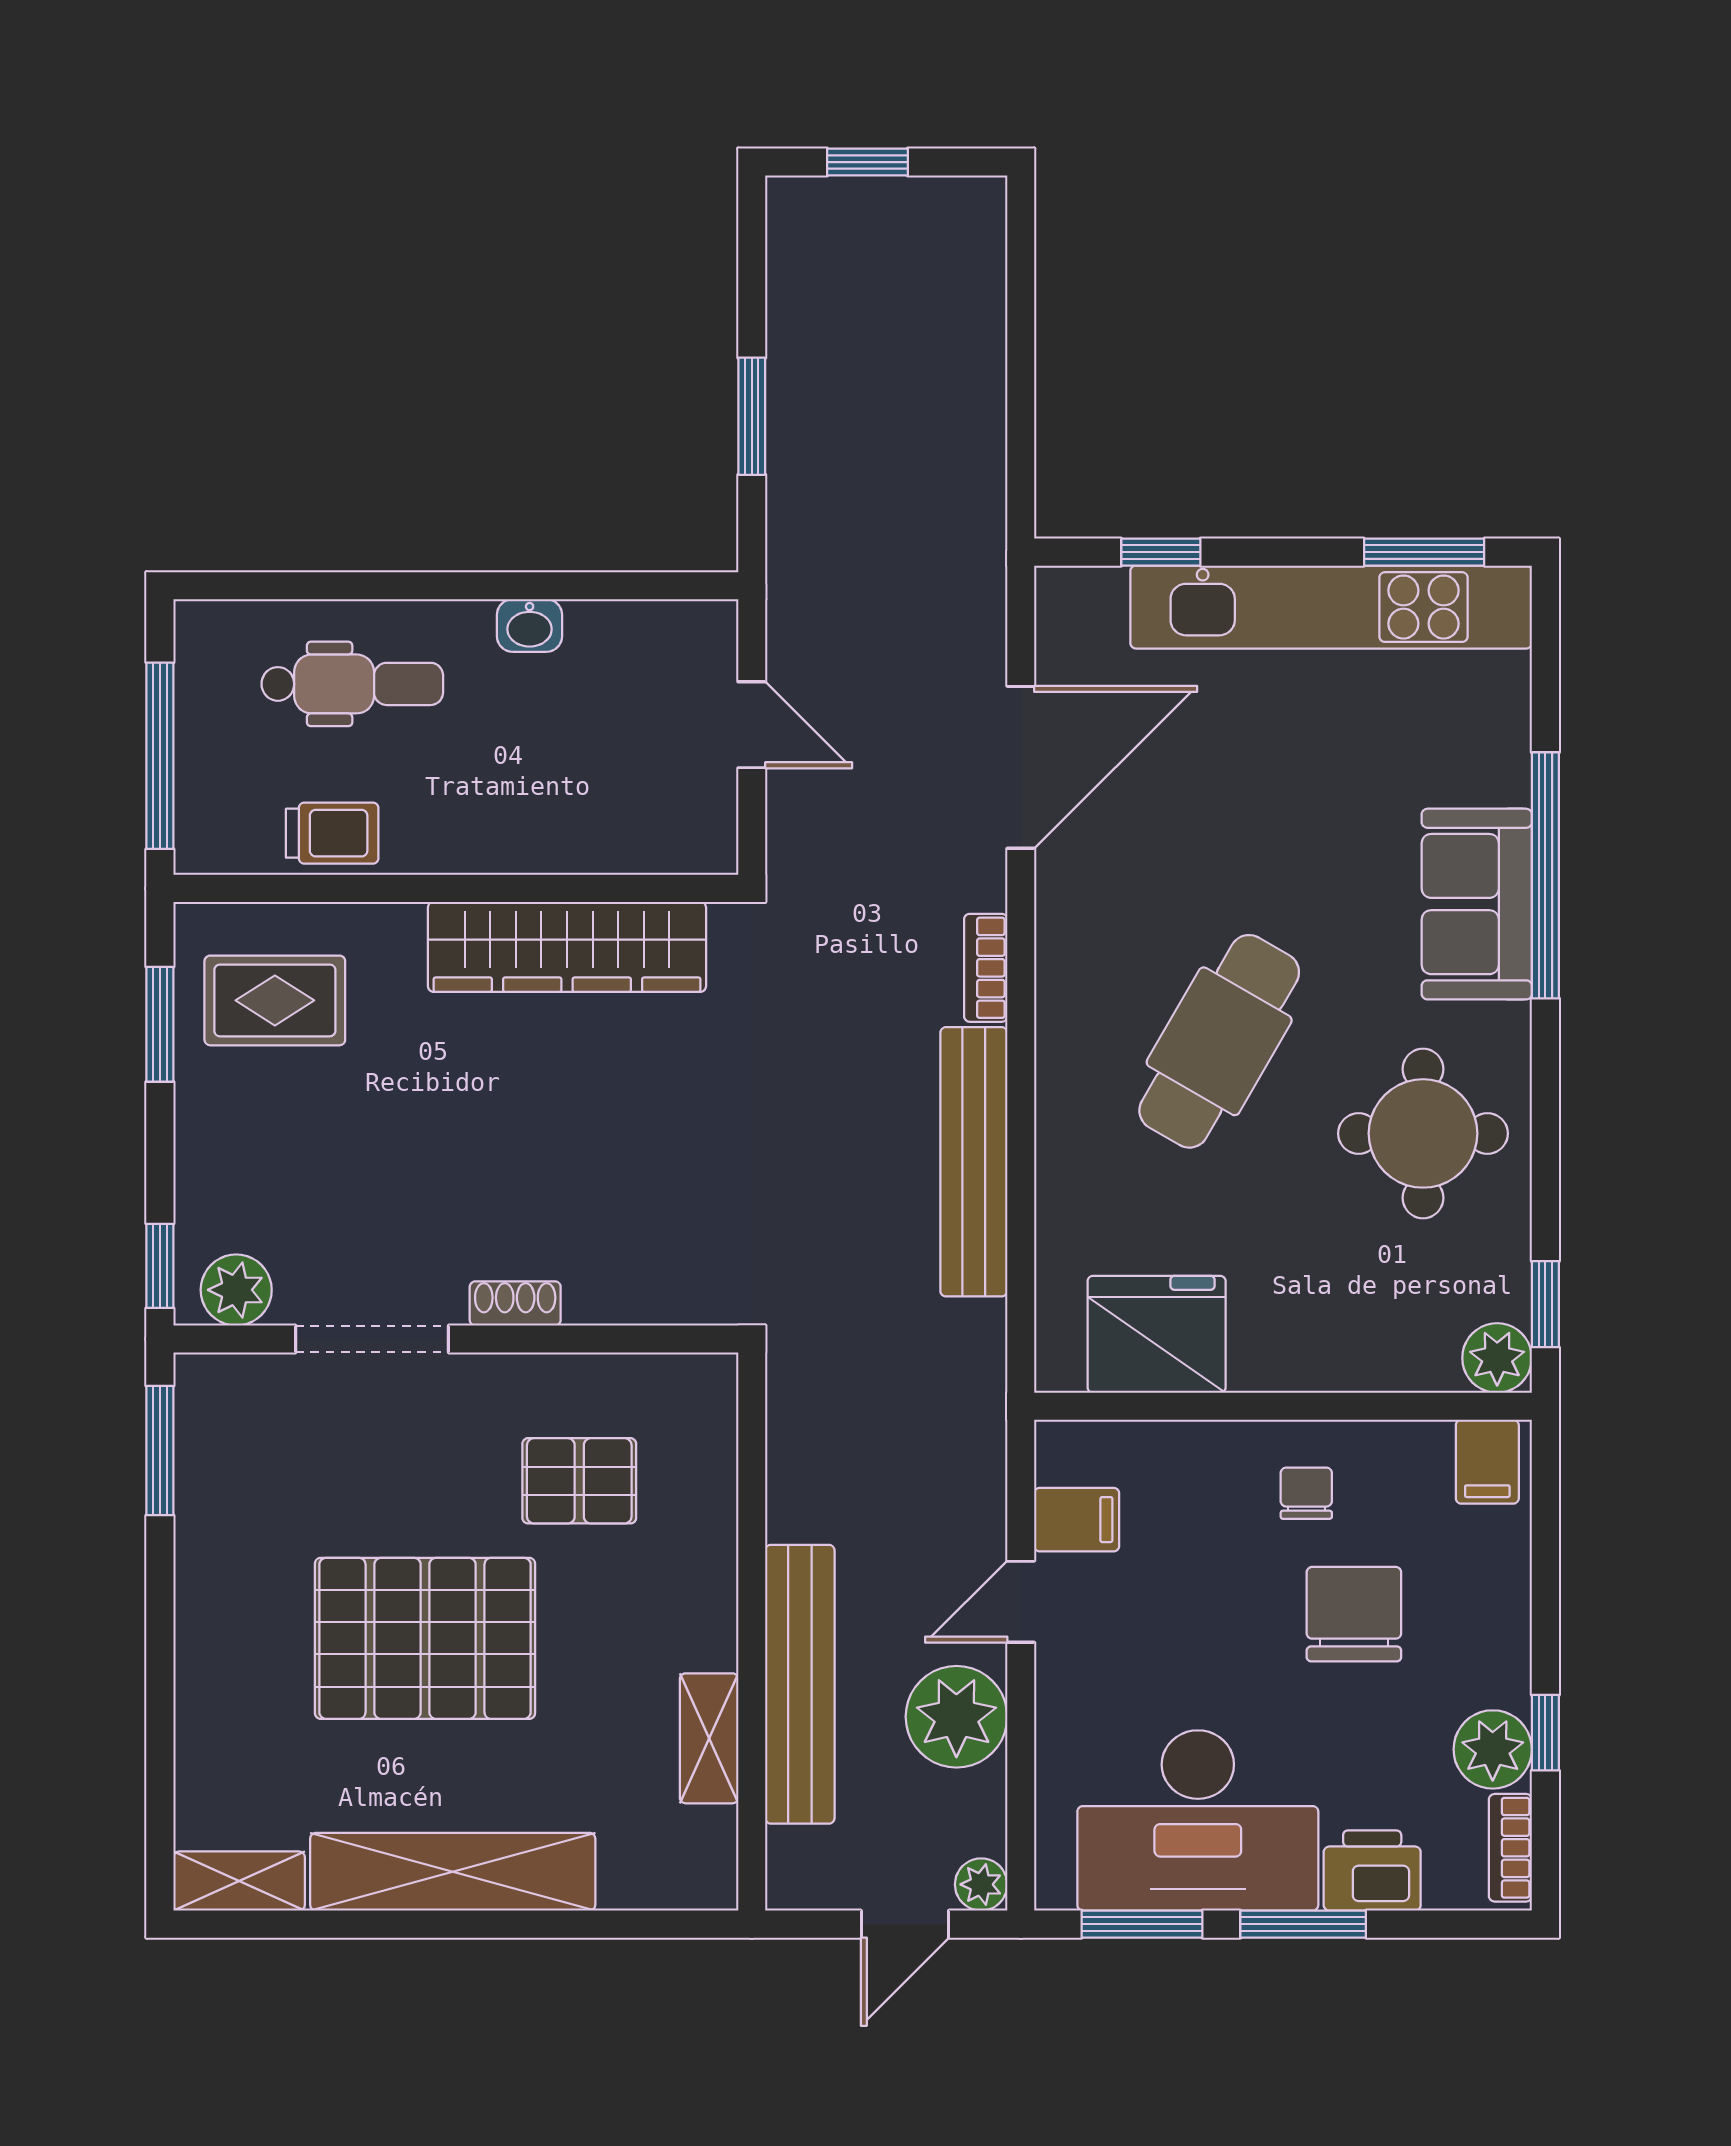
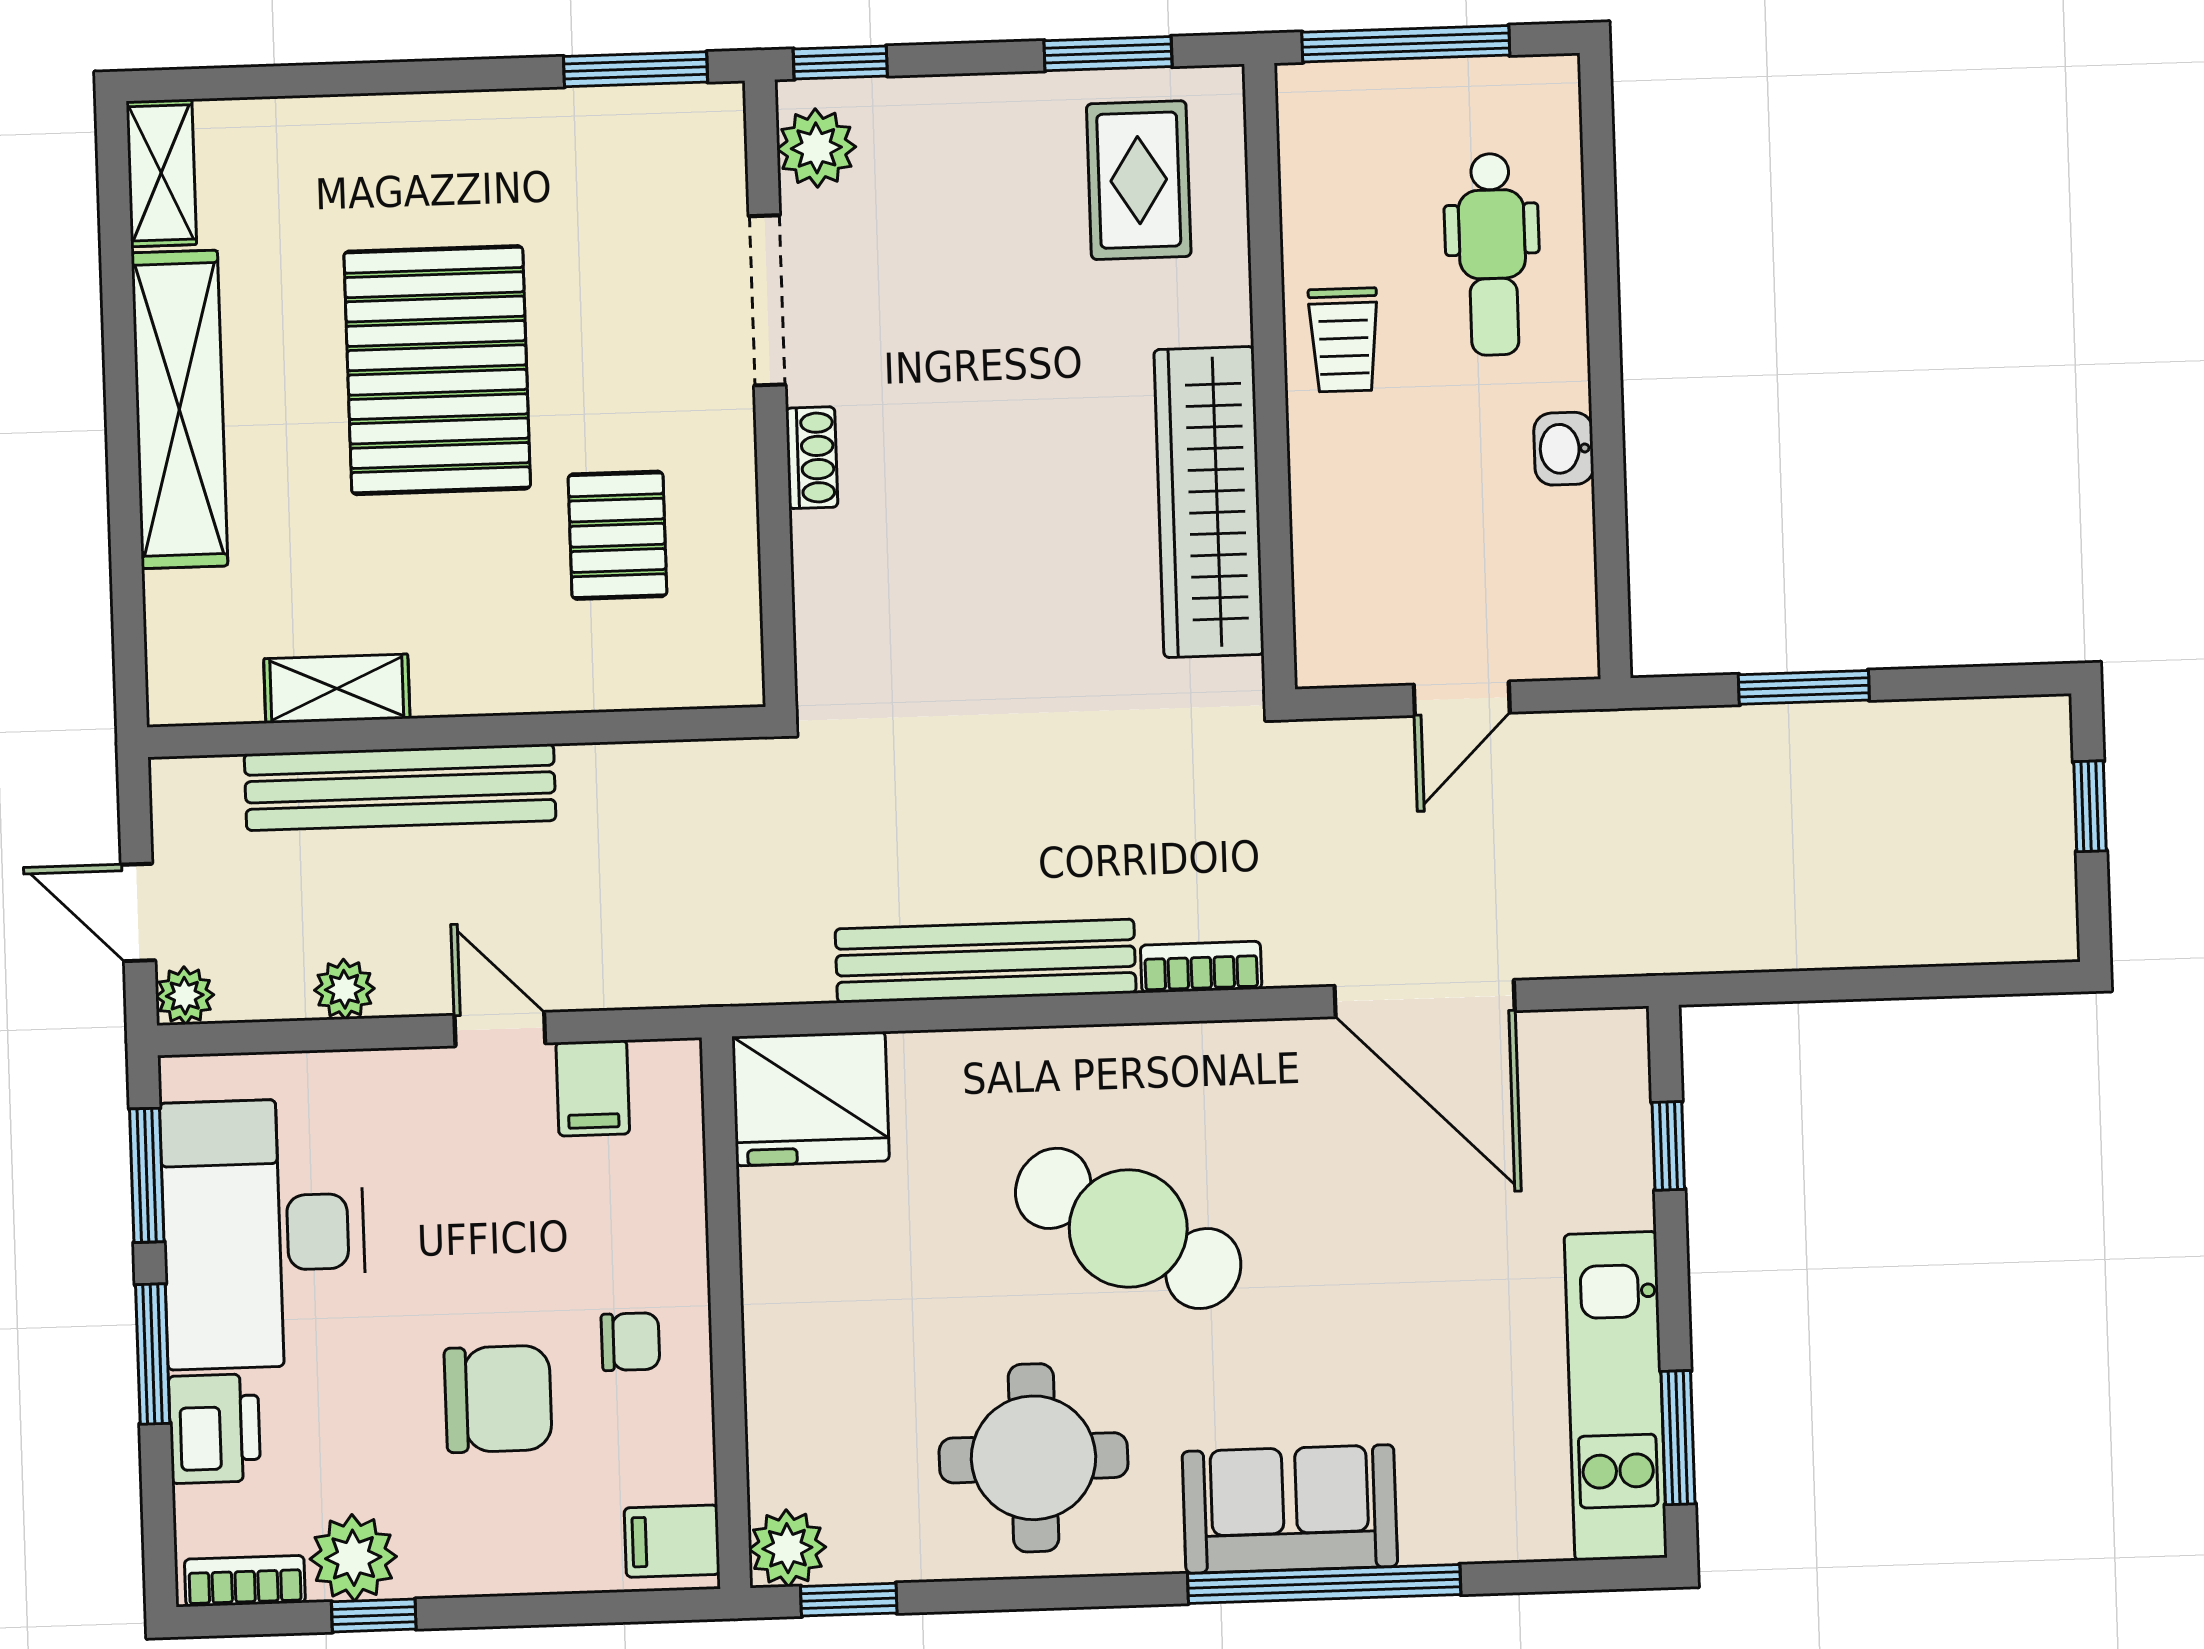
kitchen unit: (1331, 607) -> (1616, 1396), width x0.73
trolley: (332, 833) -> (1344, 340), moved
fridge: (1157, 1334) -> (810, 1099), moved, turned 90
plant: (956, 1717) -> (344, 989), width x0.53, depth x0.53

